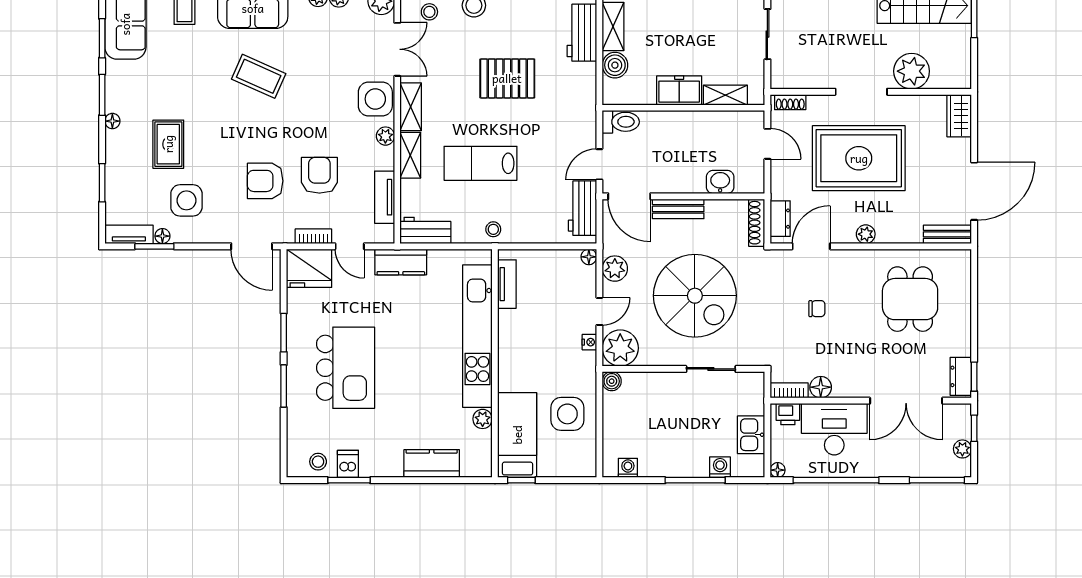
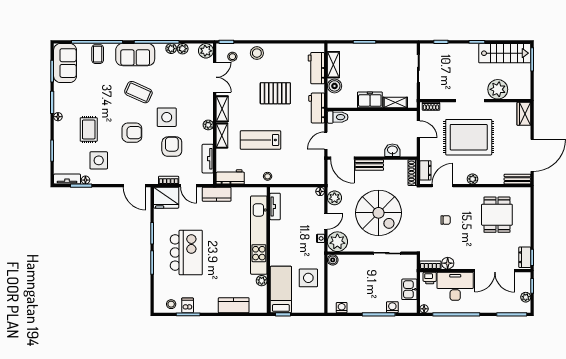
side table: (375, 99) -> (167, 117), moved
armchair: (265, 181) -> (132, 133), moved, turned 180
workbench: (583, 208) -> (317, 108), moved

